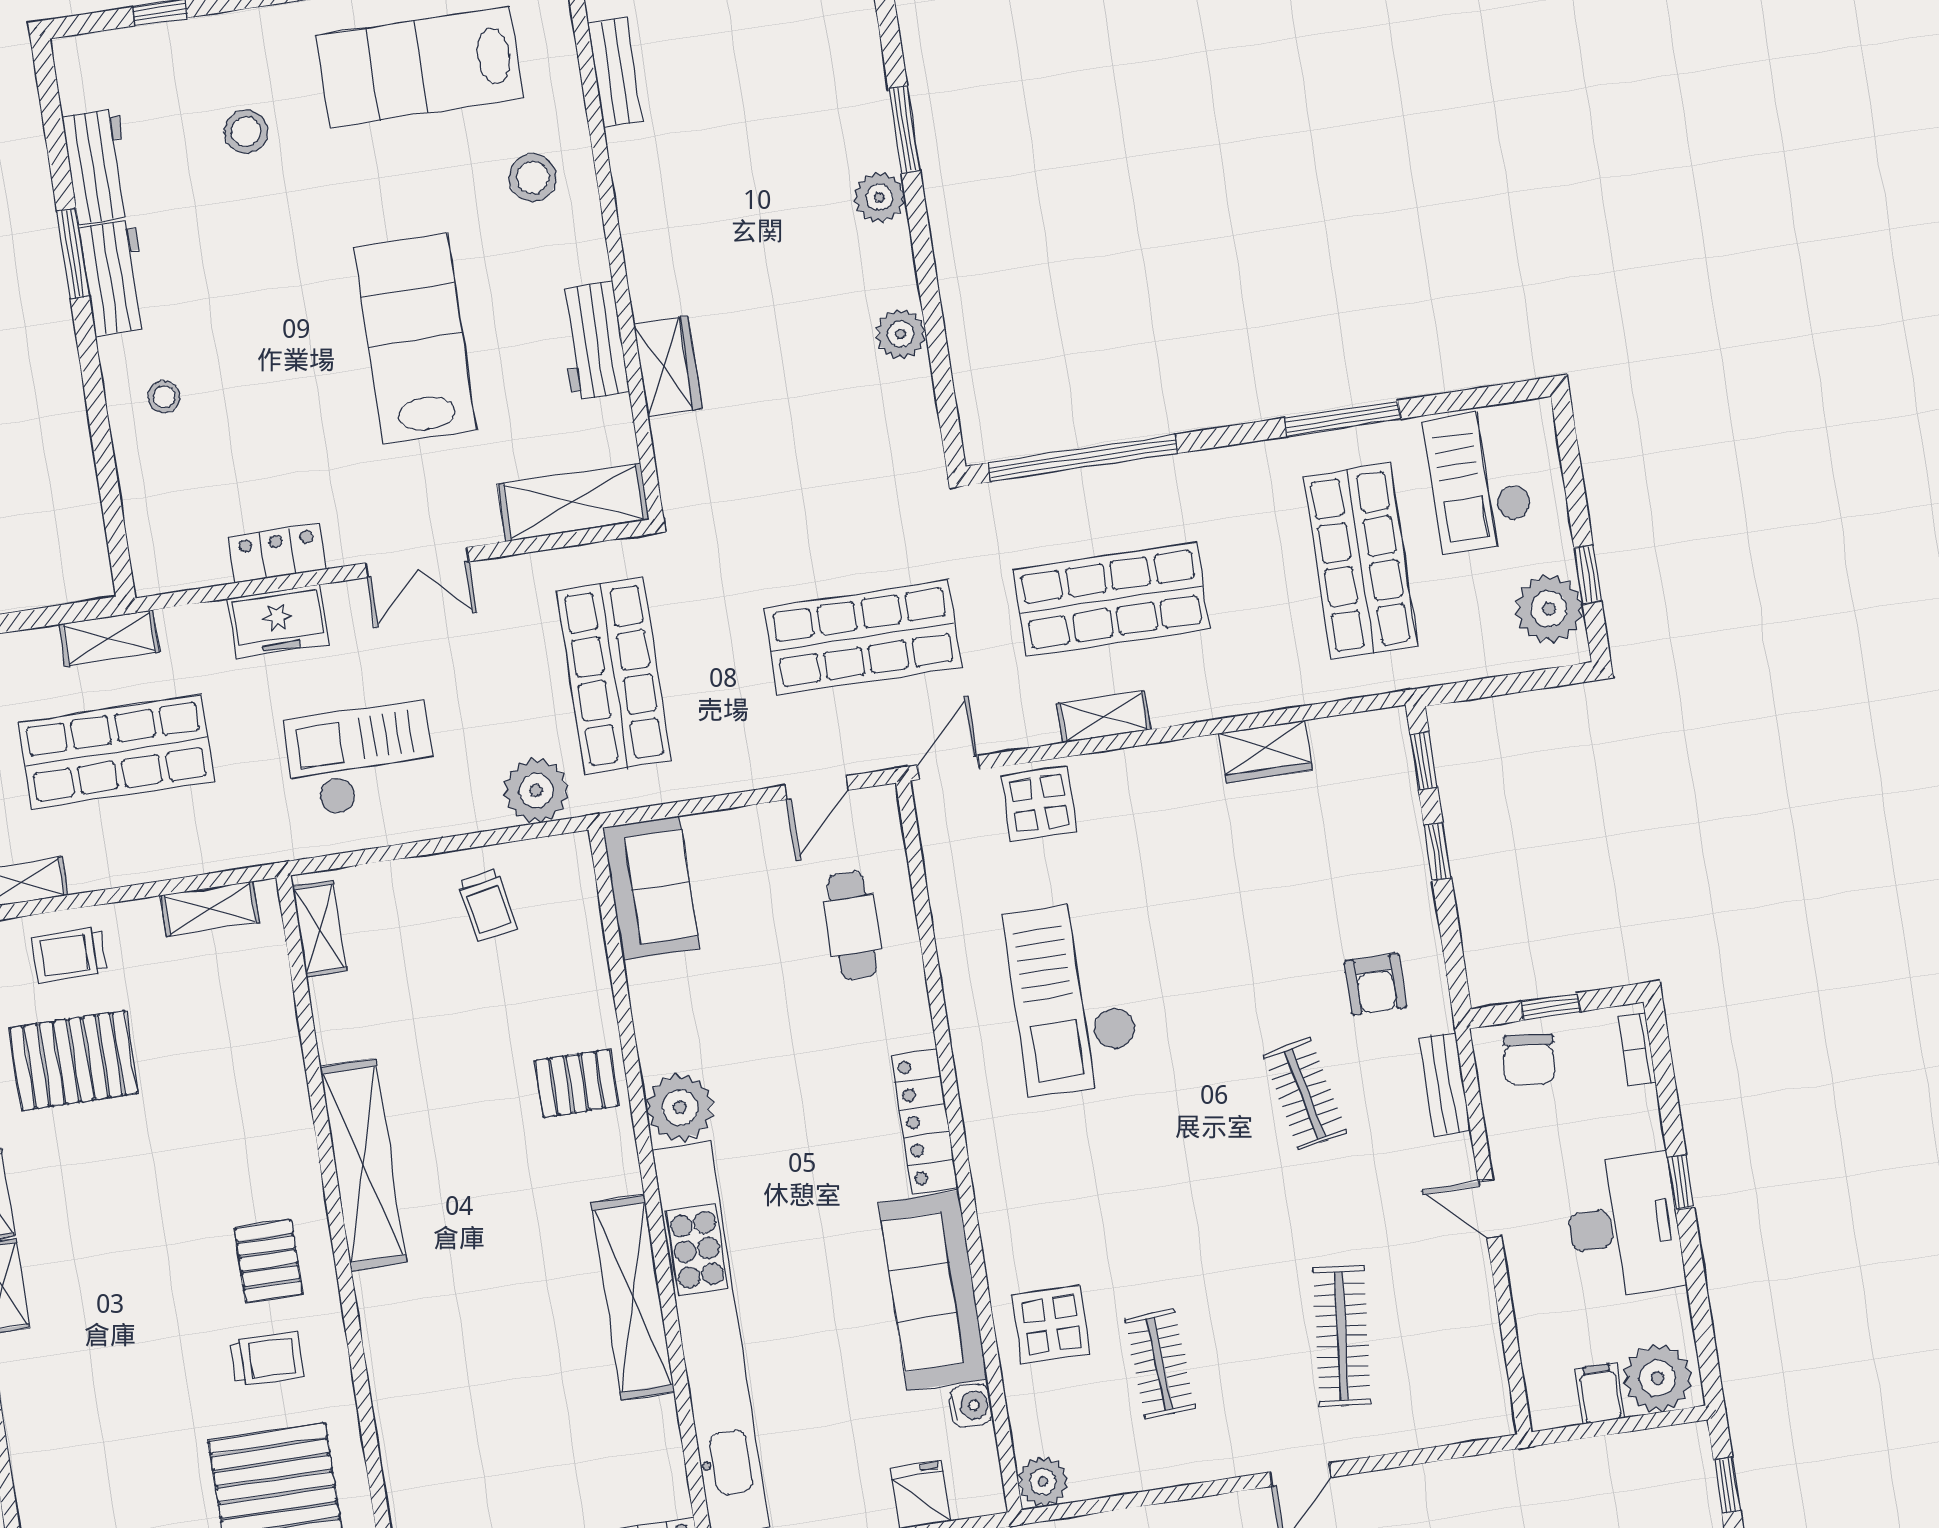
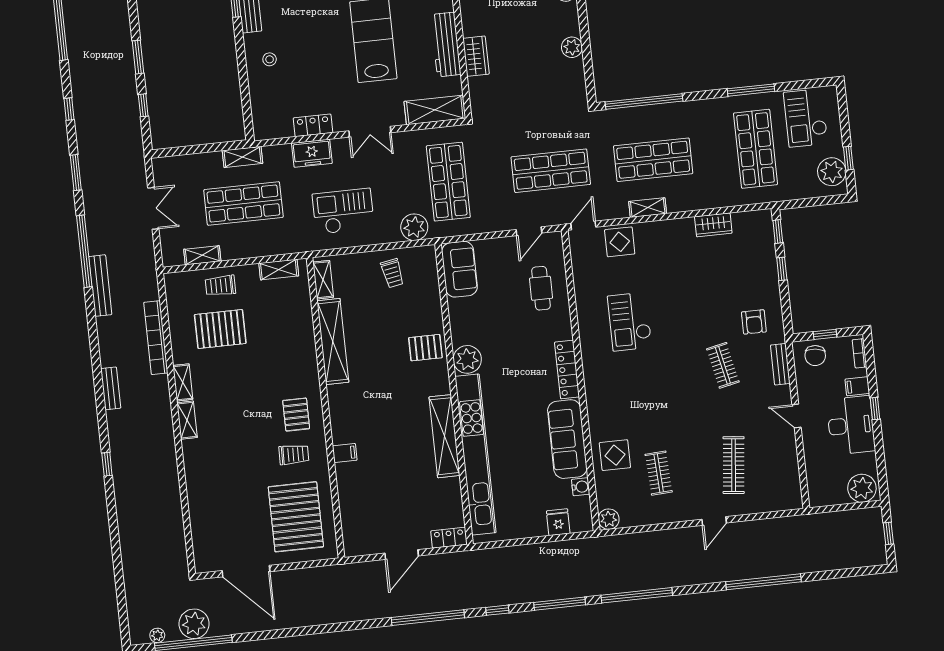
workbench: (593, 341) -> (446, 44), width x1.38
checkout: (1072, 997) -> (630, 322), width x0.73, depth x0.83
shelving: (363, 1164) -> (333, 341), moved
filing cabinet: (391, 1349) -> (345, 453), added
filing cabinet: (1600, 1394) -> (857, 386), moved, turned -90

